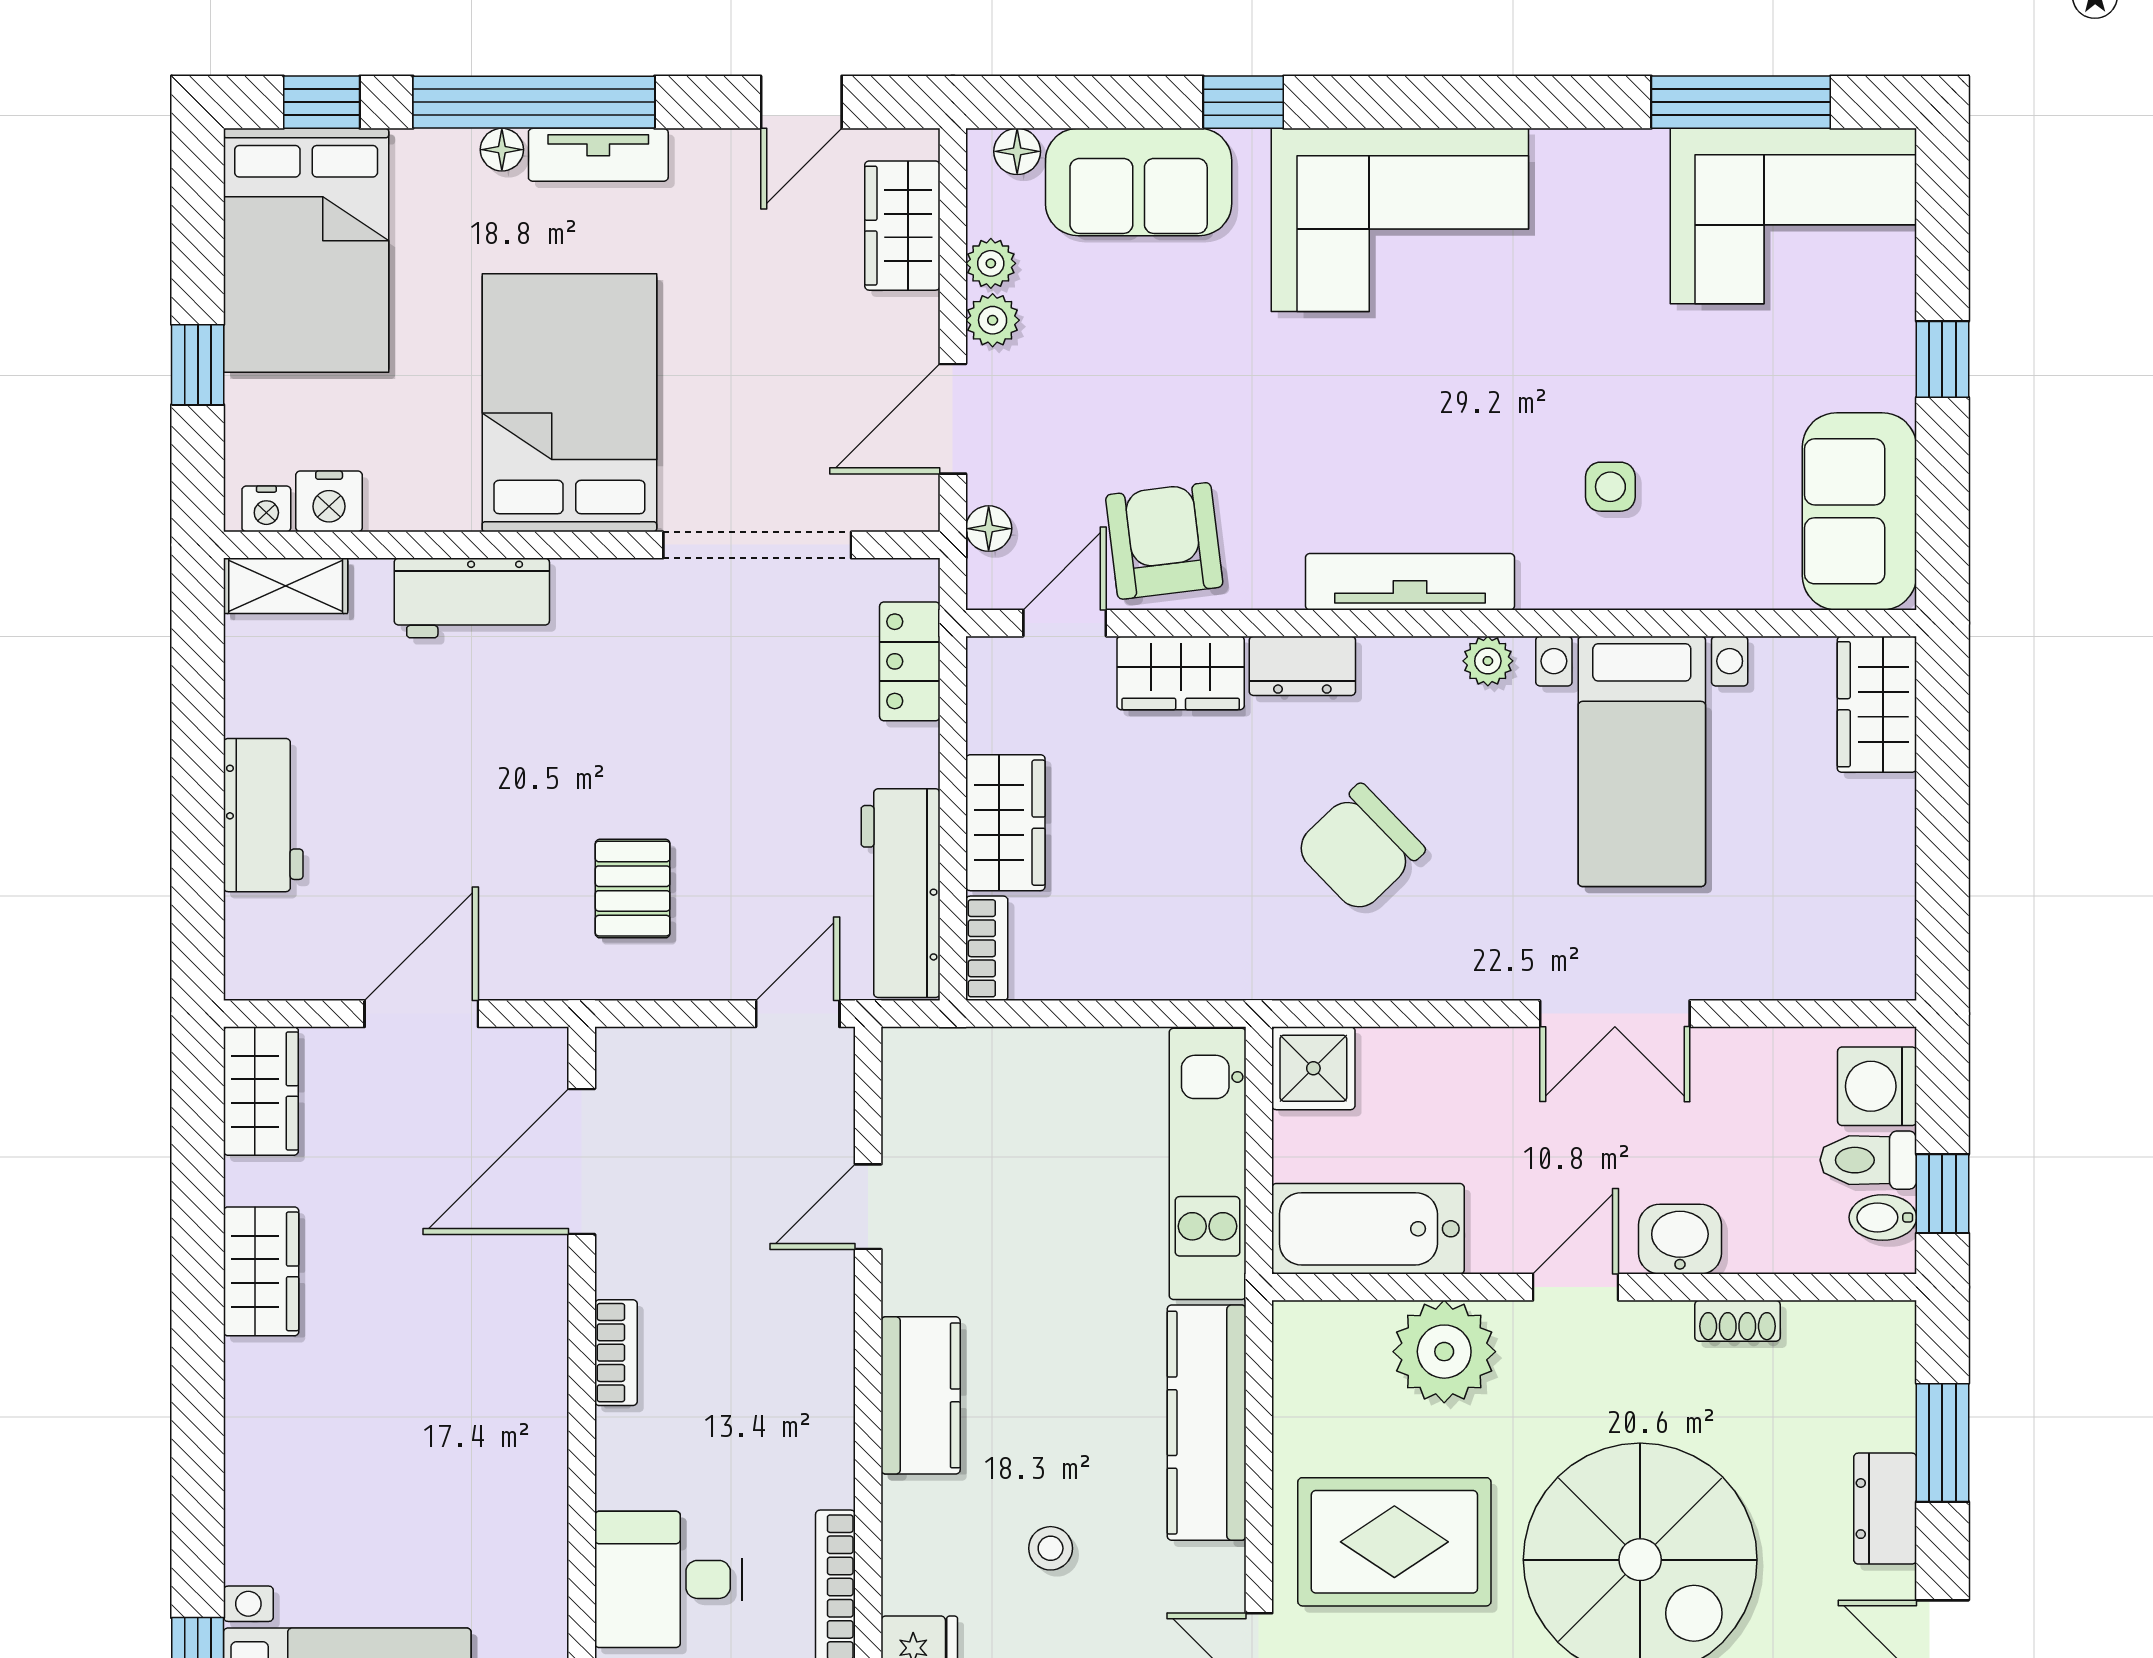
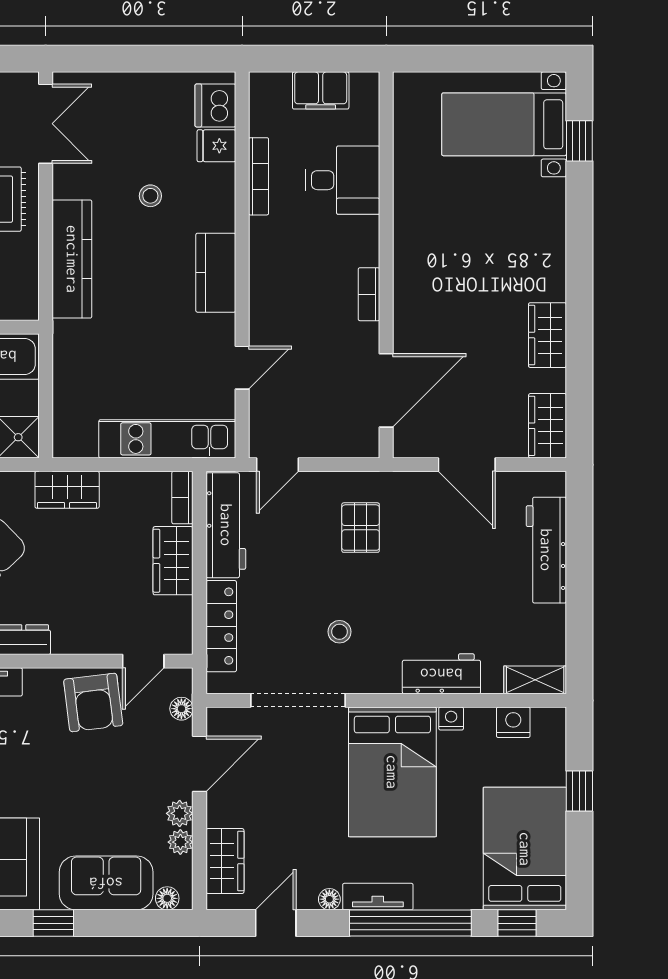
floor lamp: (502, 150) -> (329, 899), moved
nightstand: (266, 509) -> (451, 719), moved
locker: (910, 661) -> (221, 626), width x1.53
wardrobe: (1181, 673) -> (67, 490), moved, turned 180
stool: (675, 681) -> (339, 632), added
workbench: (263, 815) -> (546, 550), width x1.38
door: (421, 1014) -> (467, 465), hinge flipped
kitchen unit: (1208, 1164) -> (167, 439), moved, turned -90

